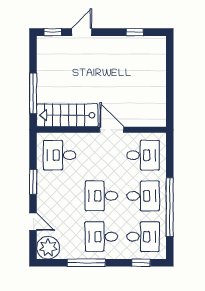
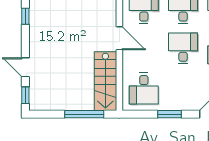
door: (112, 130) -> (119, 38), swing flipped
desk: (101, 196) -> (183, 48), turned 180

